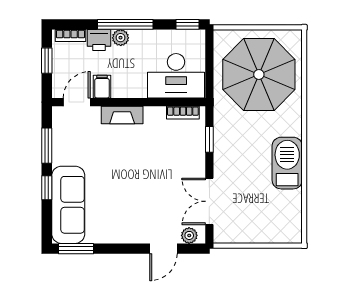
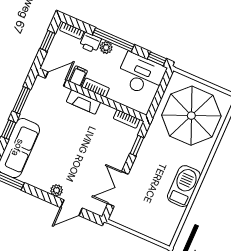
desk: (176, 76) -> (141, 75), moved, turned 180
bookcase: (129, 91) -> (96, 88), added
plant: (189, 235) -> (57, 190), moved

